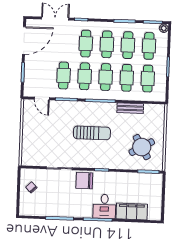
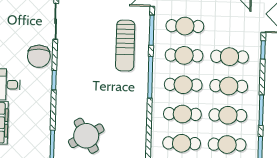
bench: (130, 108) -> (140, 119), removed
sun lounger: (92, 133) -> (125, 46), moved
chair: (84, 181) -> (39, 56), turned 180

